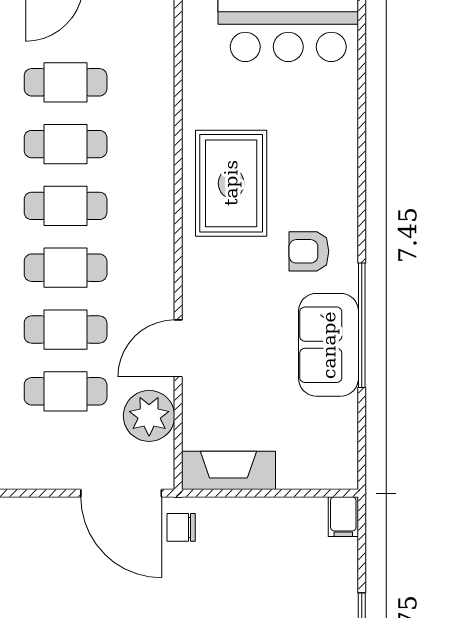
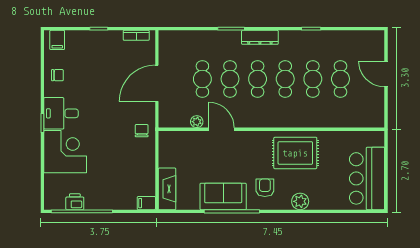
plant: (340, 172) -> (300, 201), added
plant: (149, 416) -> (197, 122), width x0.53, depth x0.53
fireplace: (228, 470) -> (167, 189), moved
door: (121, 493) -> (157, 83), moved

